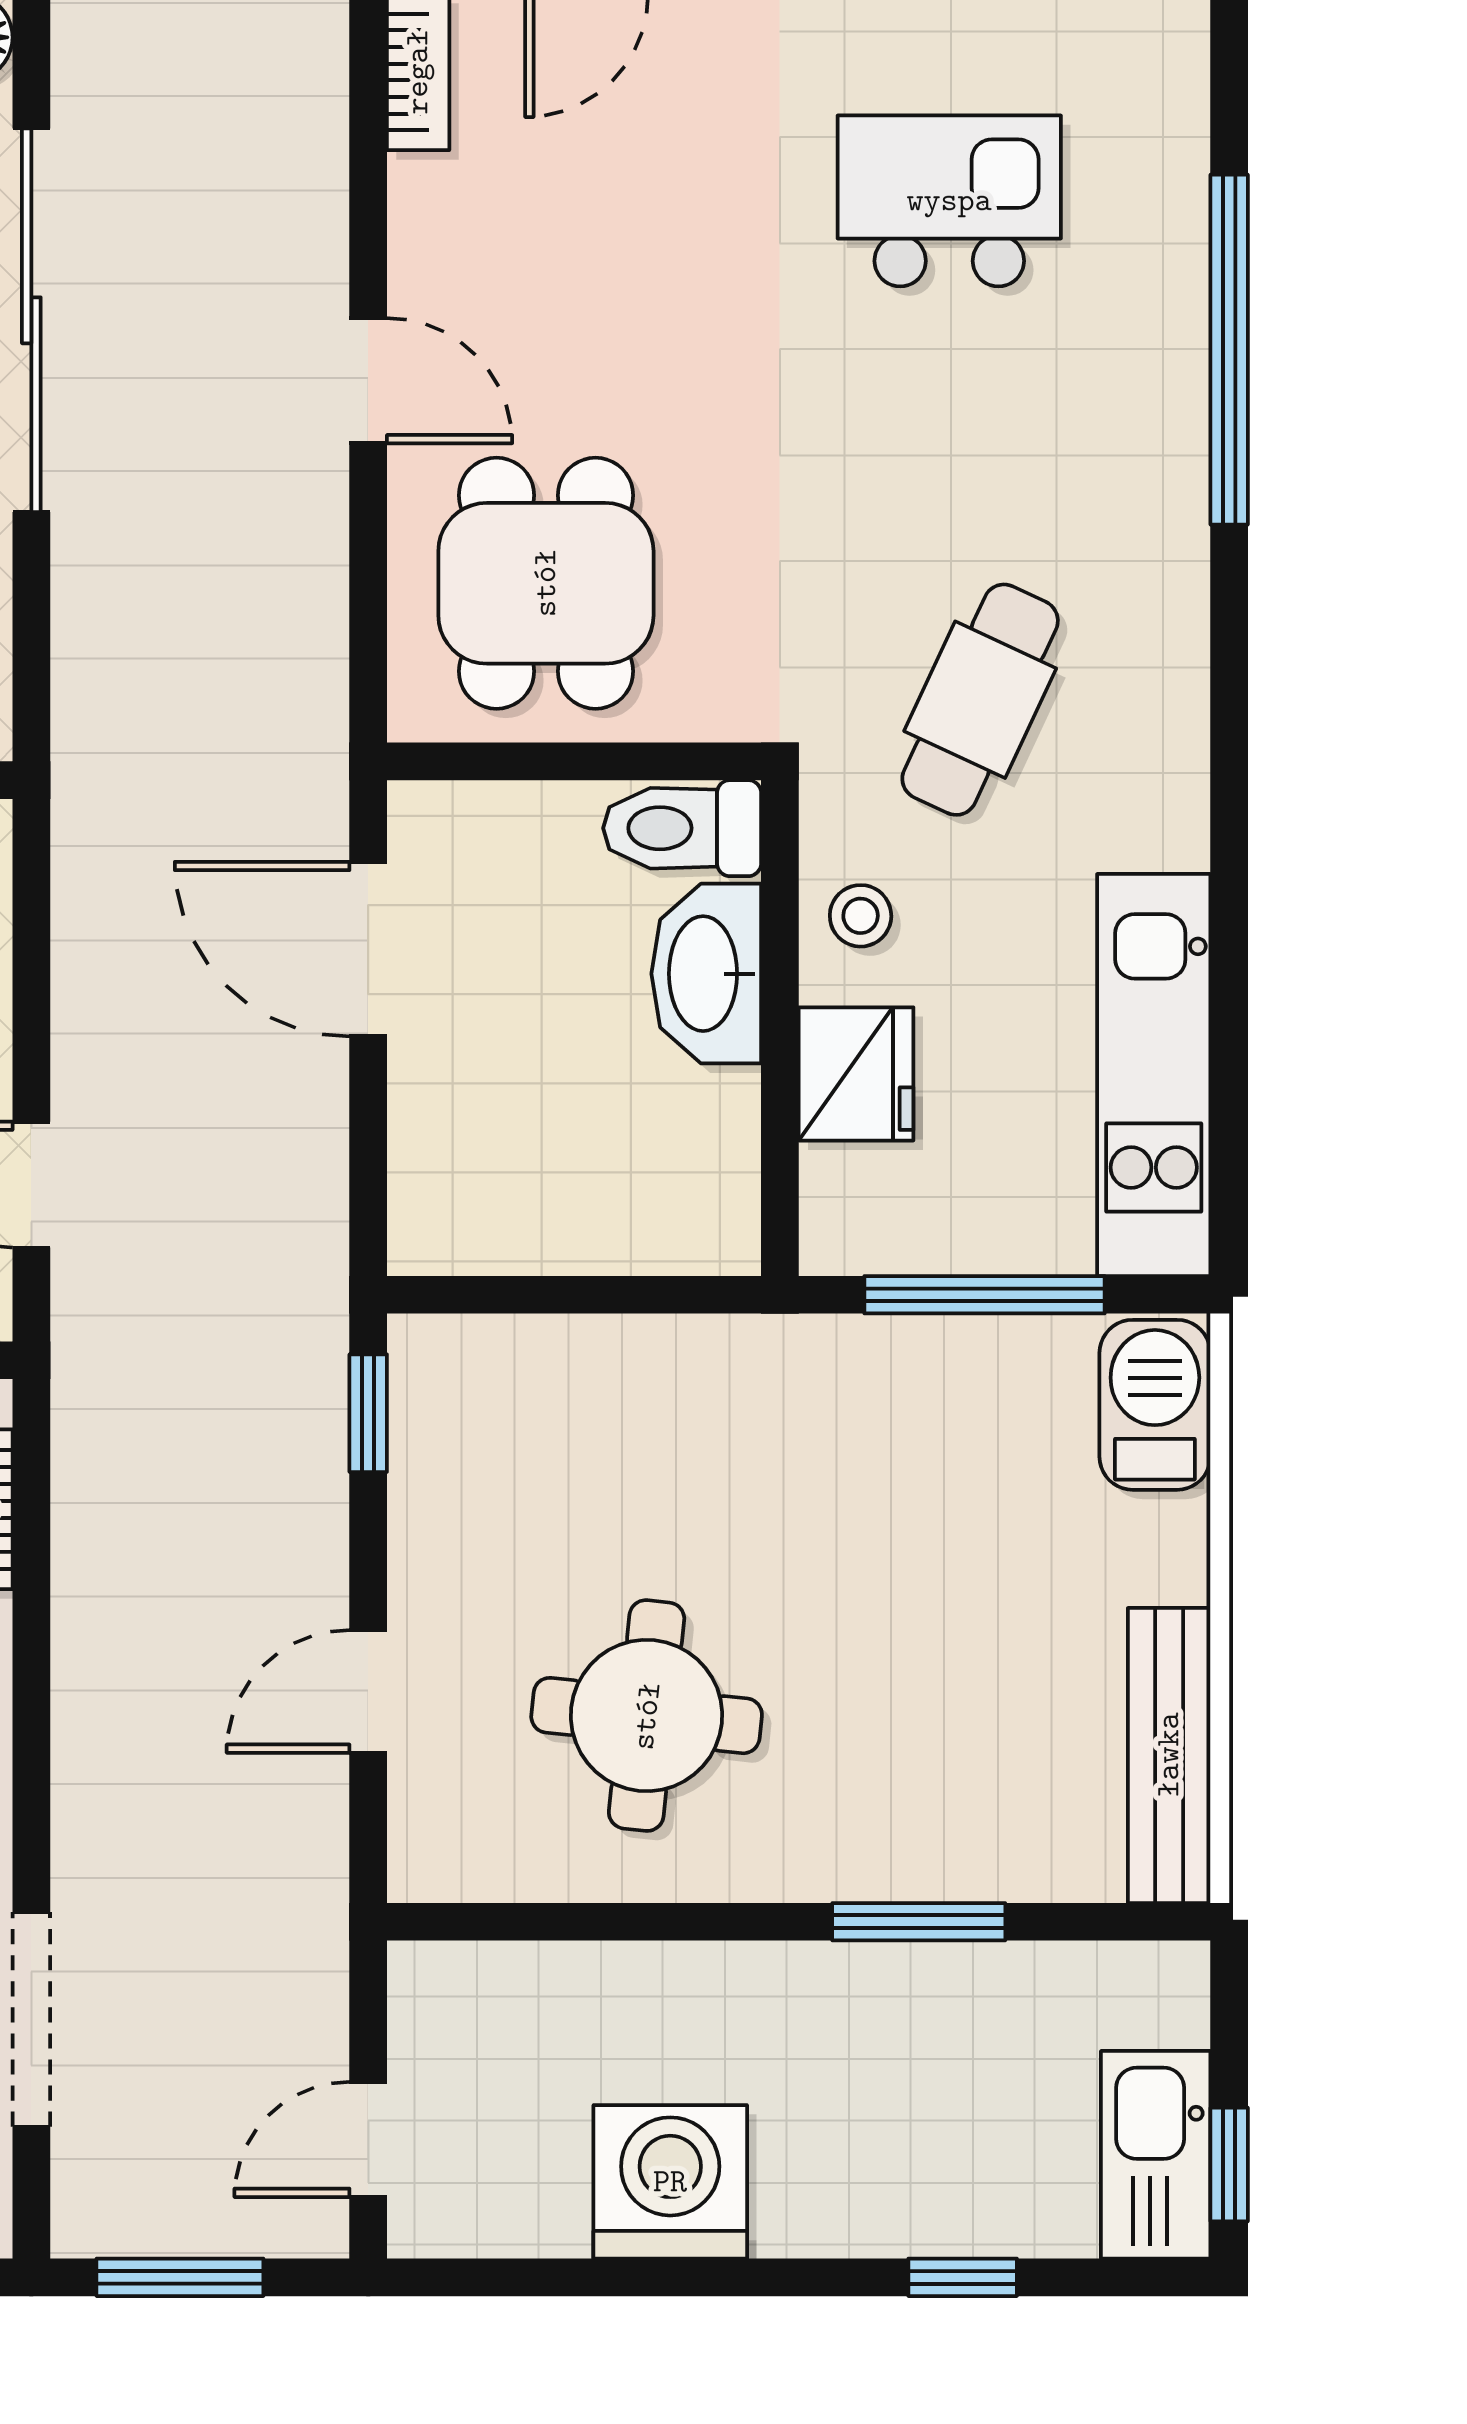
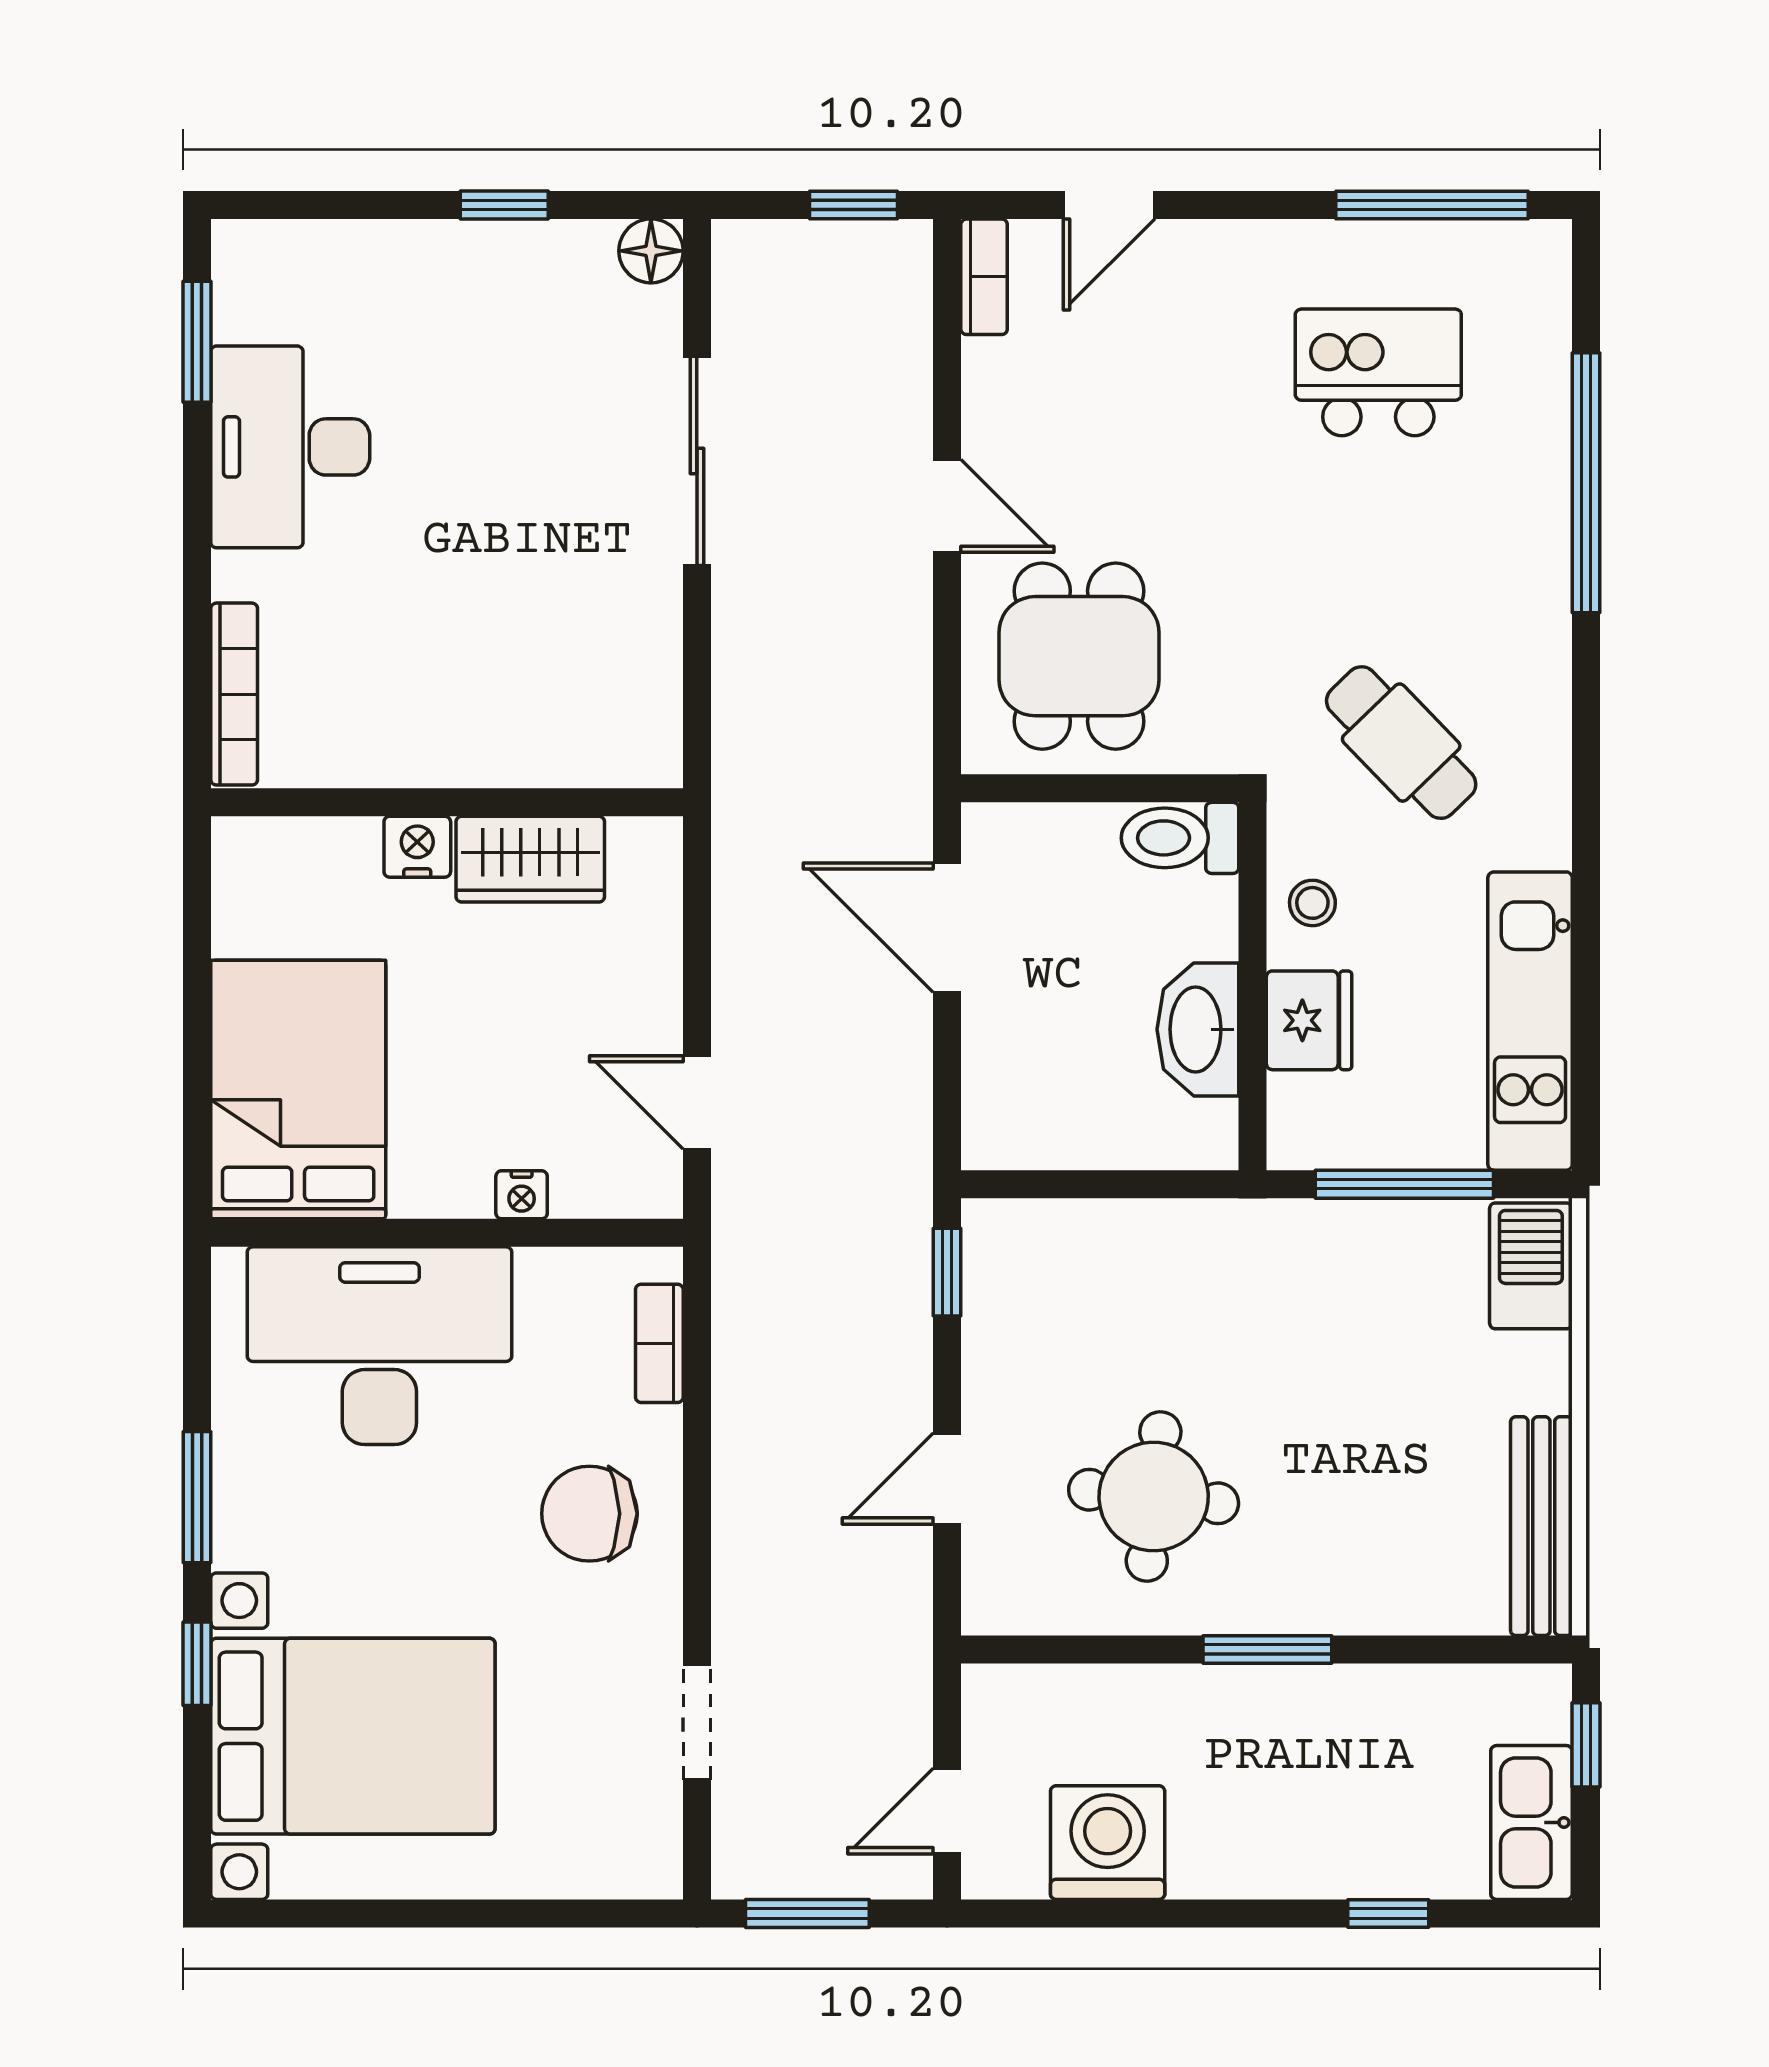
sliding door: (31, 320) -> (697, 461), width x0.73
cafe table: (980, 700) -> (1401, 743), turned -69
washbasin: (706, 974) -> (1198, 1029), moved
window: (919, 1922) -> (1267, 1650), moved
doorway: (31, 2019) -> (697, 1722), width x0.73
window: (1229, 2164) -> (1586, 1745), moved
washing machine: (670, 2182) -> (1108, 1843), moved

